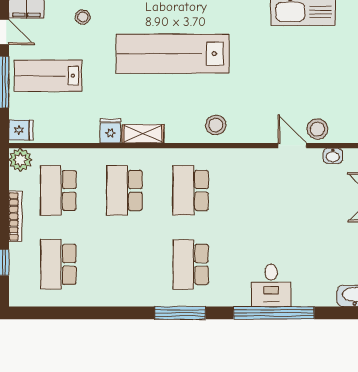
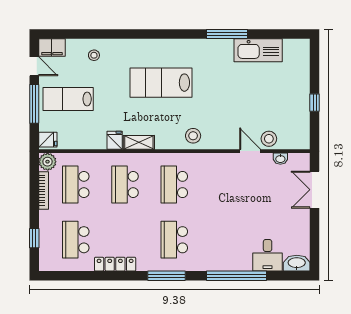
lab bench: (173, 54) -> (161, 83), width x0.73
bookcase: (15, 216) -> (44, 190), moved
desk: (271, 285) -> (268, 255), moved
locker: (111, 297) -> (115, 264), added

